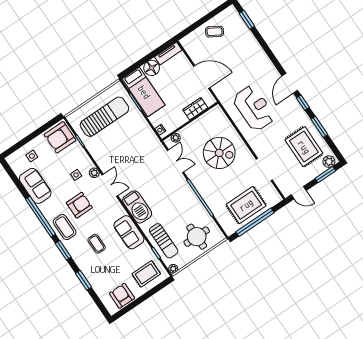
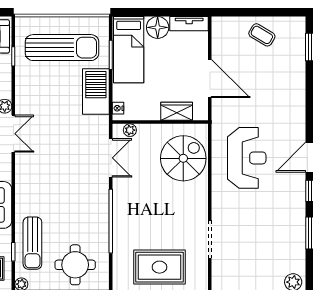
rug: (304, 147) -> (276, 244), removed
spiral stairs: (219, 153) -> (183, 158), moved, turned -90
barbecue: (137, 207) -> (96, 92), moved, turned 180

